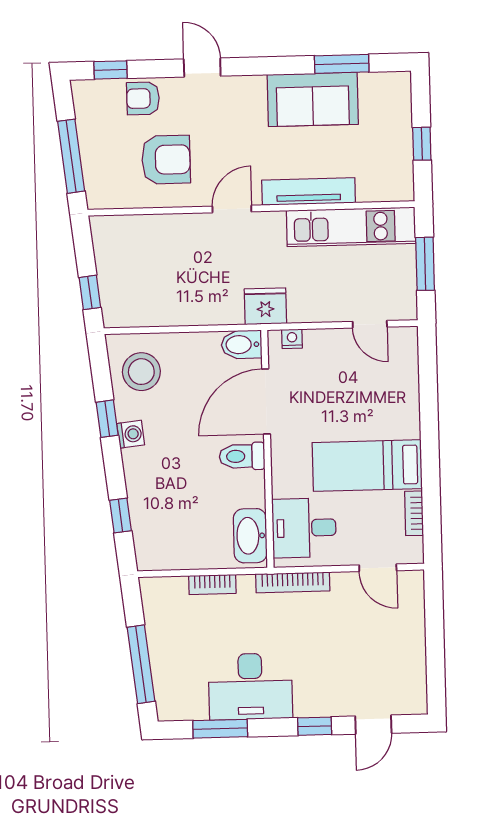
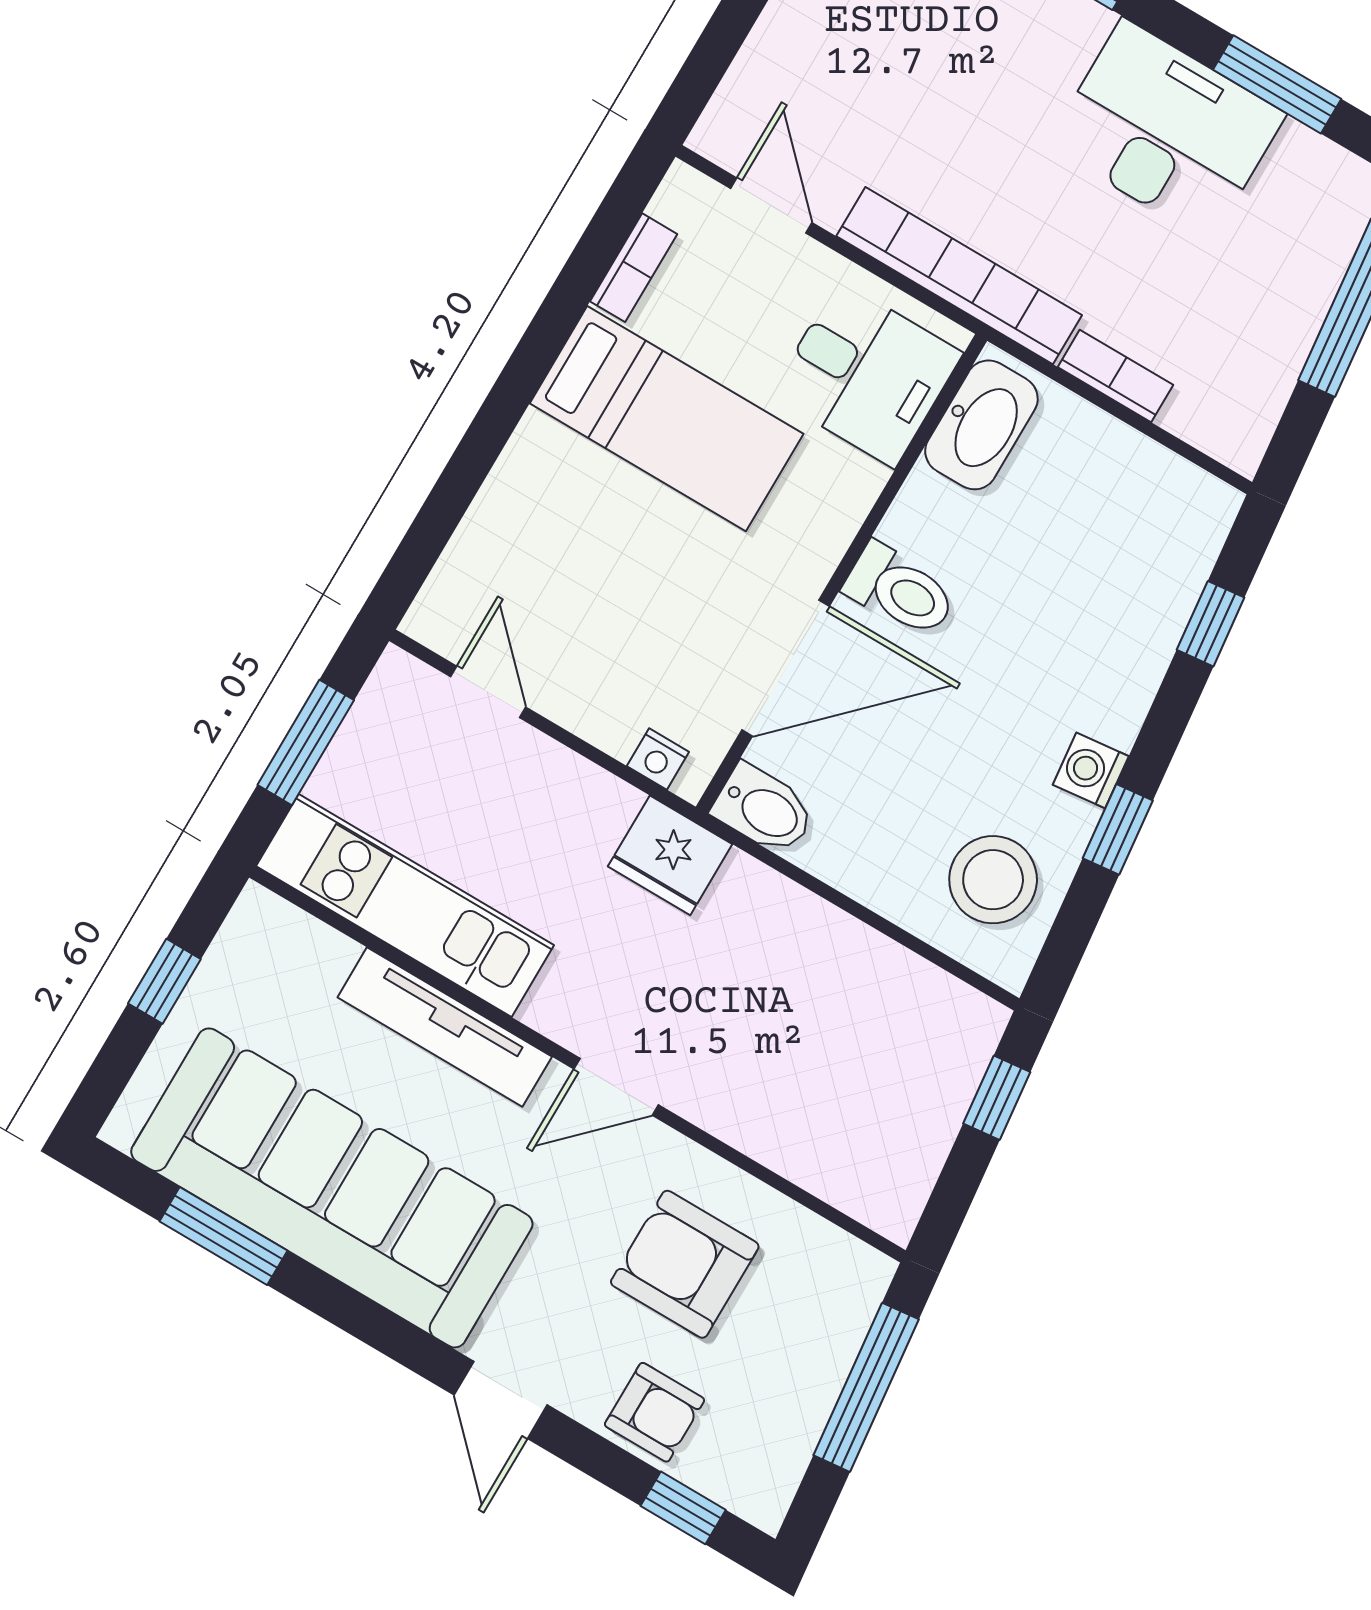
sofa: (313, 99) -> (332, 1188), width x1.85, depth x1.27
bookcase: (293, 582) -> (959, 276), width x1.48, depth x1.31

